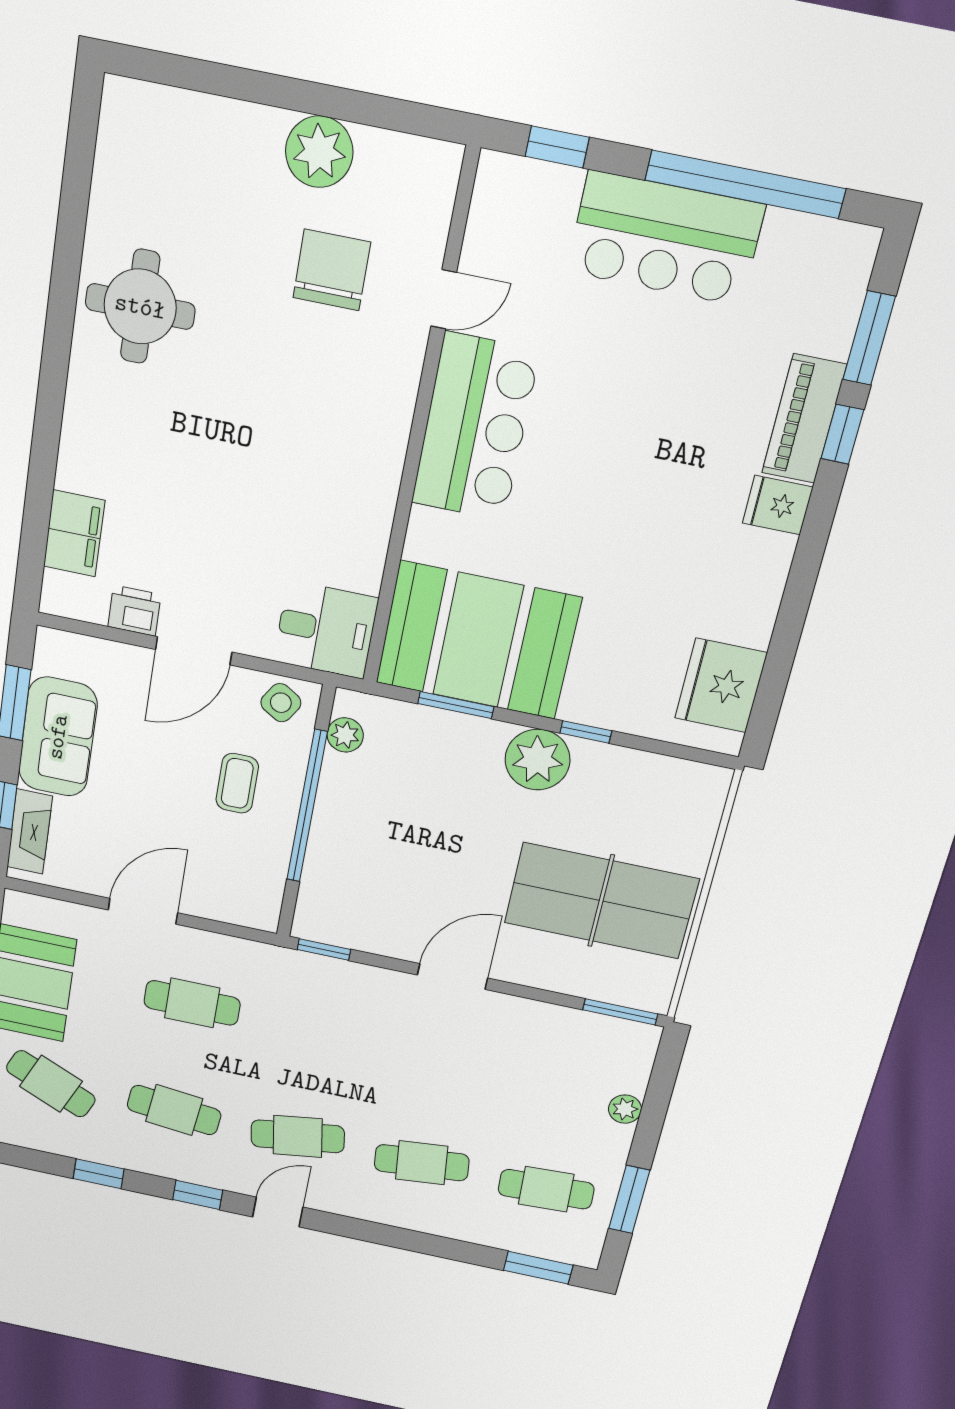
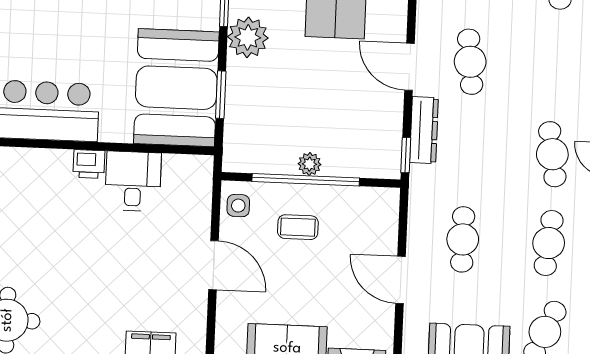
printer: (134, 611) -> (89, 164), moved, turned -90
desk: (326, 630) -> (133, 181), moved
side table: (281, 703) -> (238, 206), turned -32
plant: (345, 735) -> (310, 164), moved
dresser: (357, 980) -> (424, 130), added
cafe table: (422, 1163) -> (470, 62), moved

